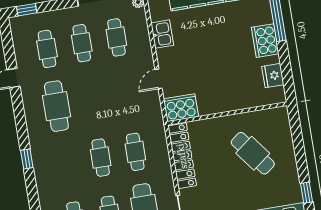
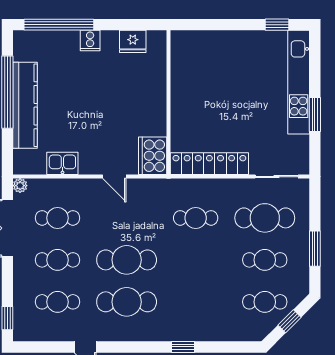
cooker: (265, 41) -> (90, 40), width x0.53, depth x0.76
cafe table: (253, 153) -> (220, 80), removed
cafe table: (101, 158) -> (127, 260), moved, width x1.37, depth x1.35

